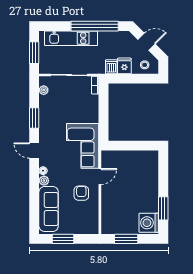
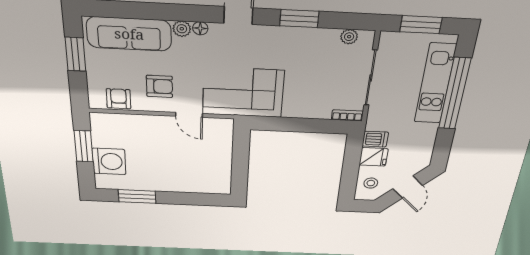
window: (95, 26) -> (455, 94), moved
armchair: (91, 217) -> (119, 99), added
washing machine: (149, 223) -> (109, 161), moved, turned 90

